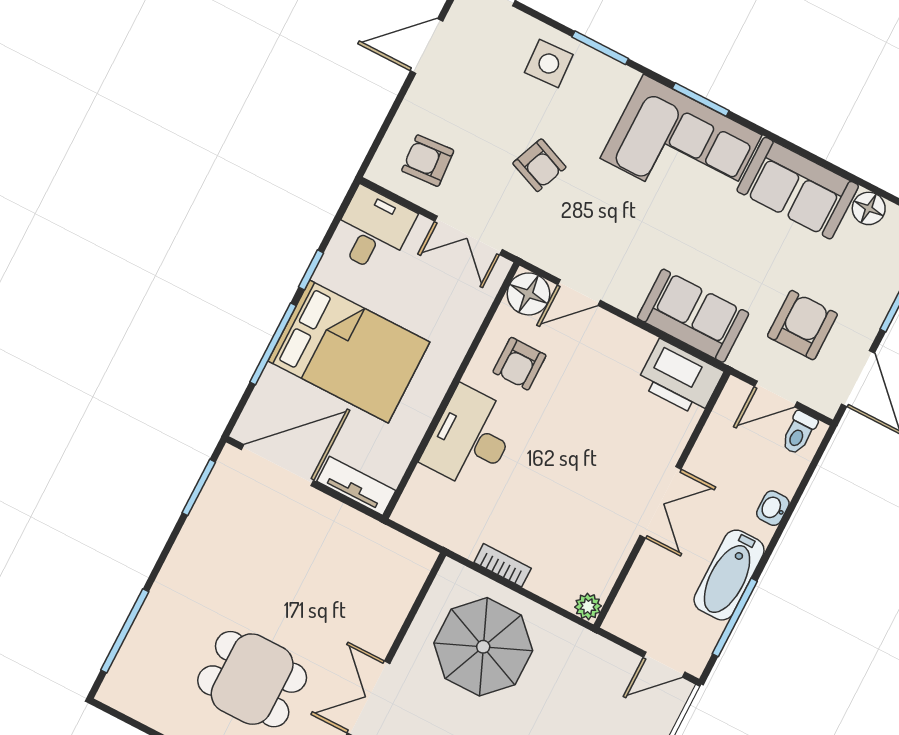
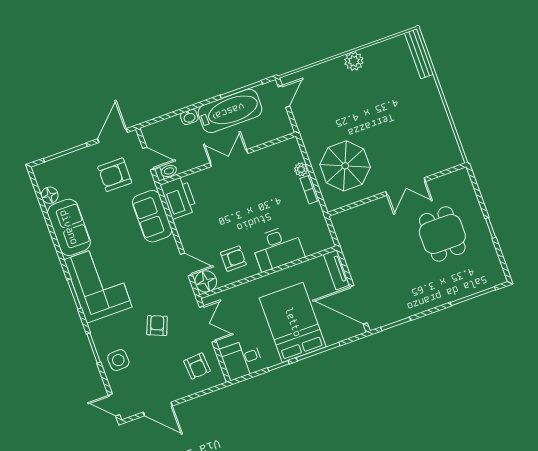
toilet: (799, 433) -> (166, 172), moved
bathtub: (729, 575) -> (230, 111), width x1.36, depth x1.36
plant: (588, 606) -> (301, 169), moved
door: (664, 665) -> (284, 96), hinge flipped

